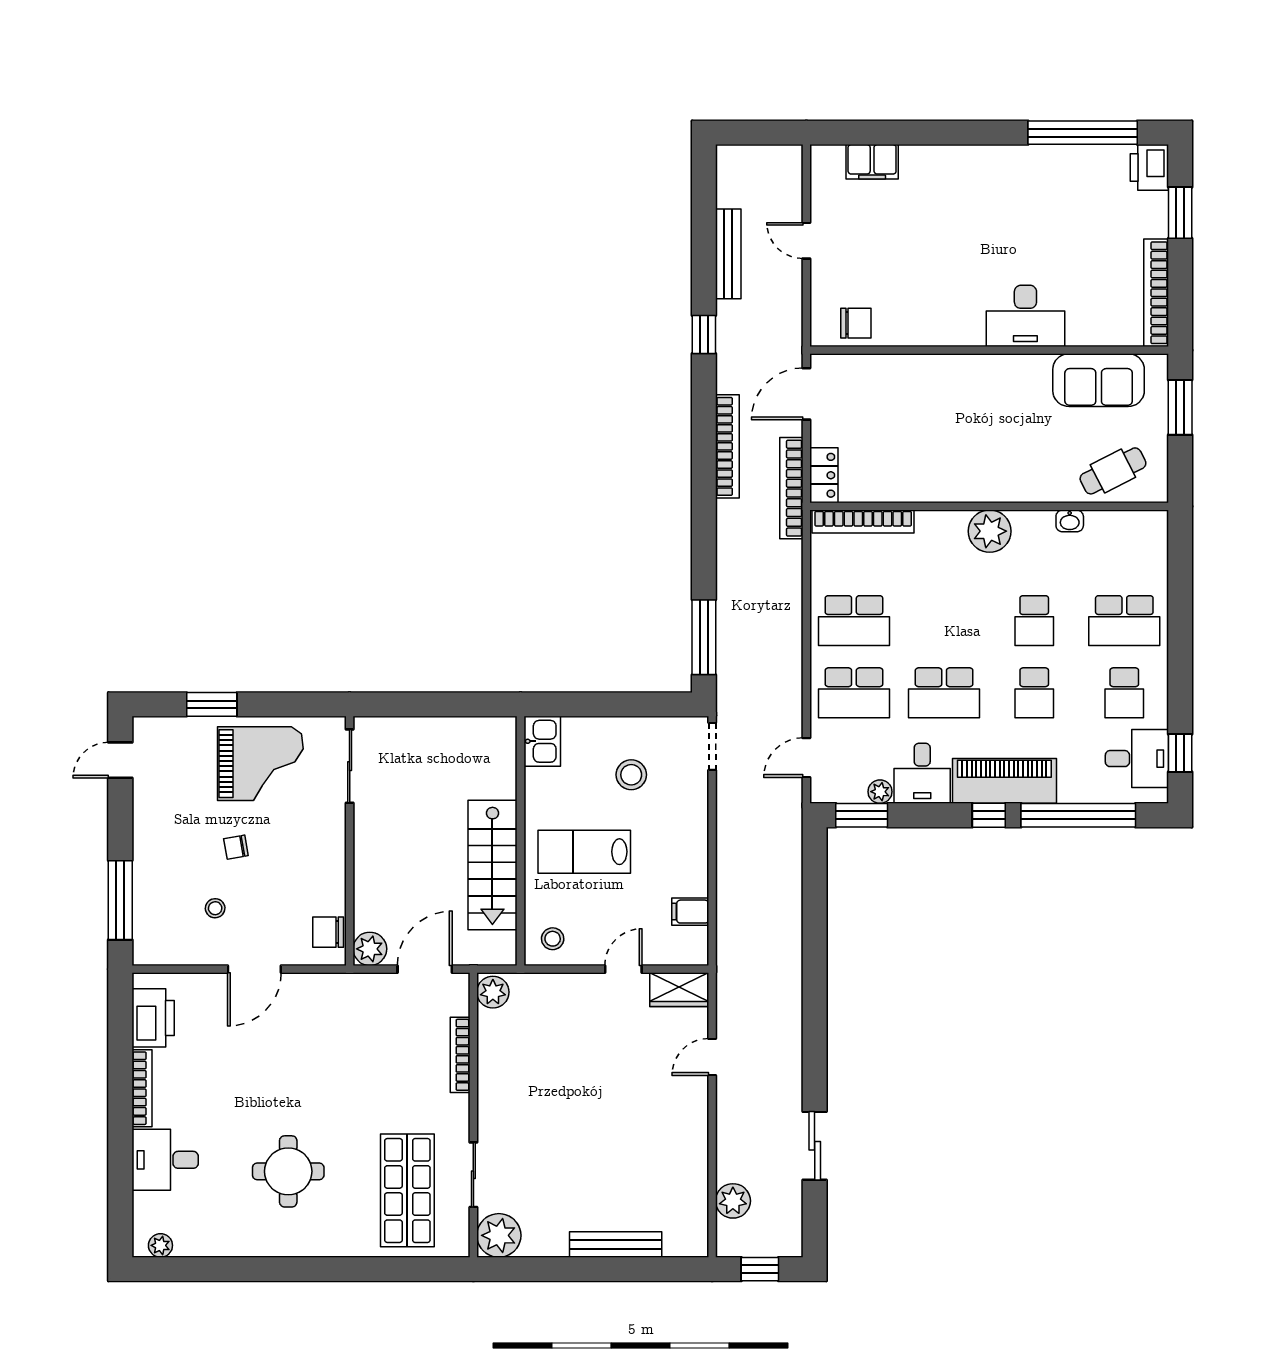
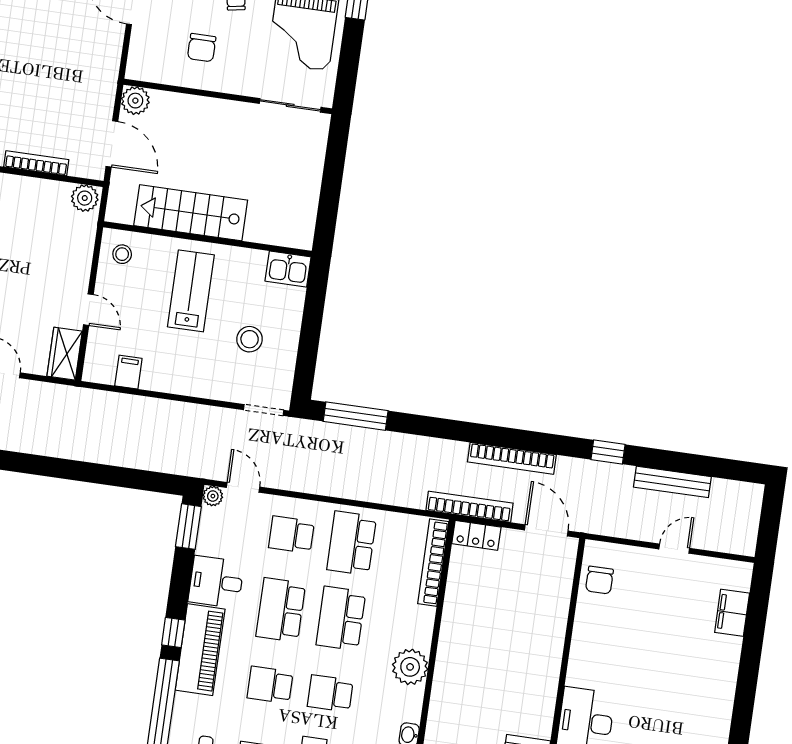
school desk: (944, 621) -> (341, 618), added
school desk: (854, 693) -> (291, 535), width x0.54
plant: (880, 792) -> (213, 496), moved
chair: (328, 932) -> (202, 48), moved, turned 180

